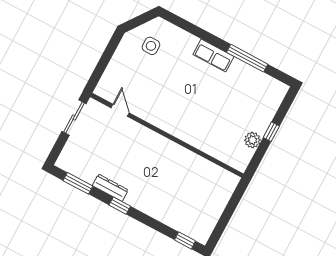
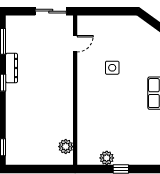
side table: (151, 46) -> (112, 68), moved
plant: (219, 175) -> (66, 147), added

